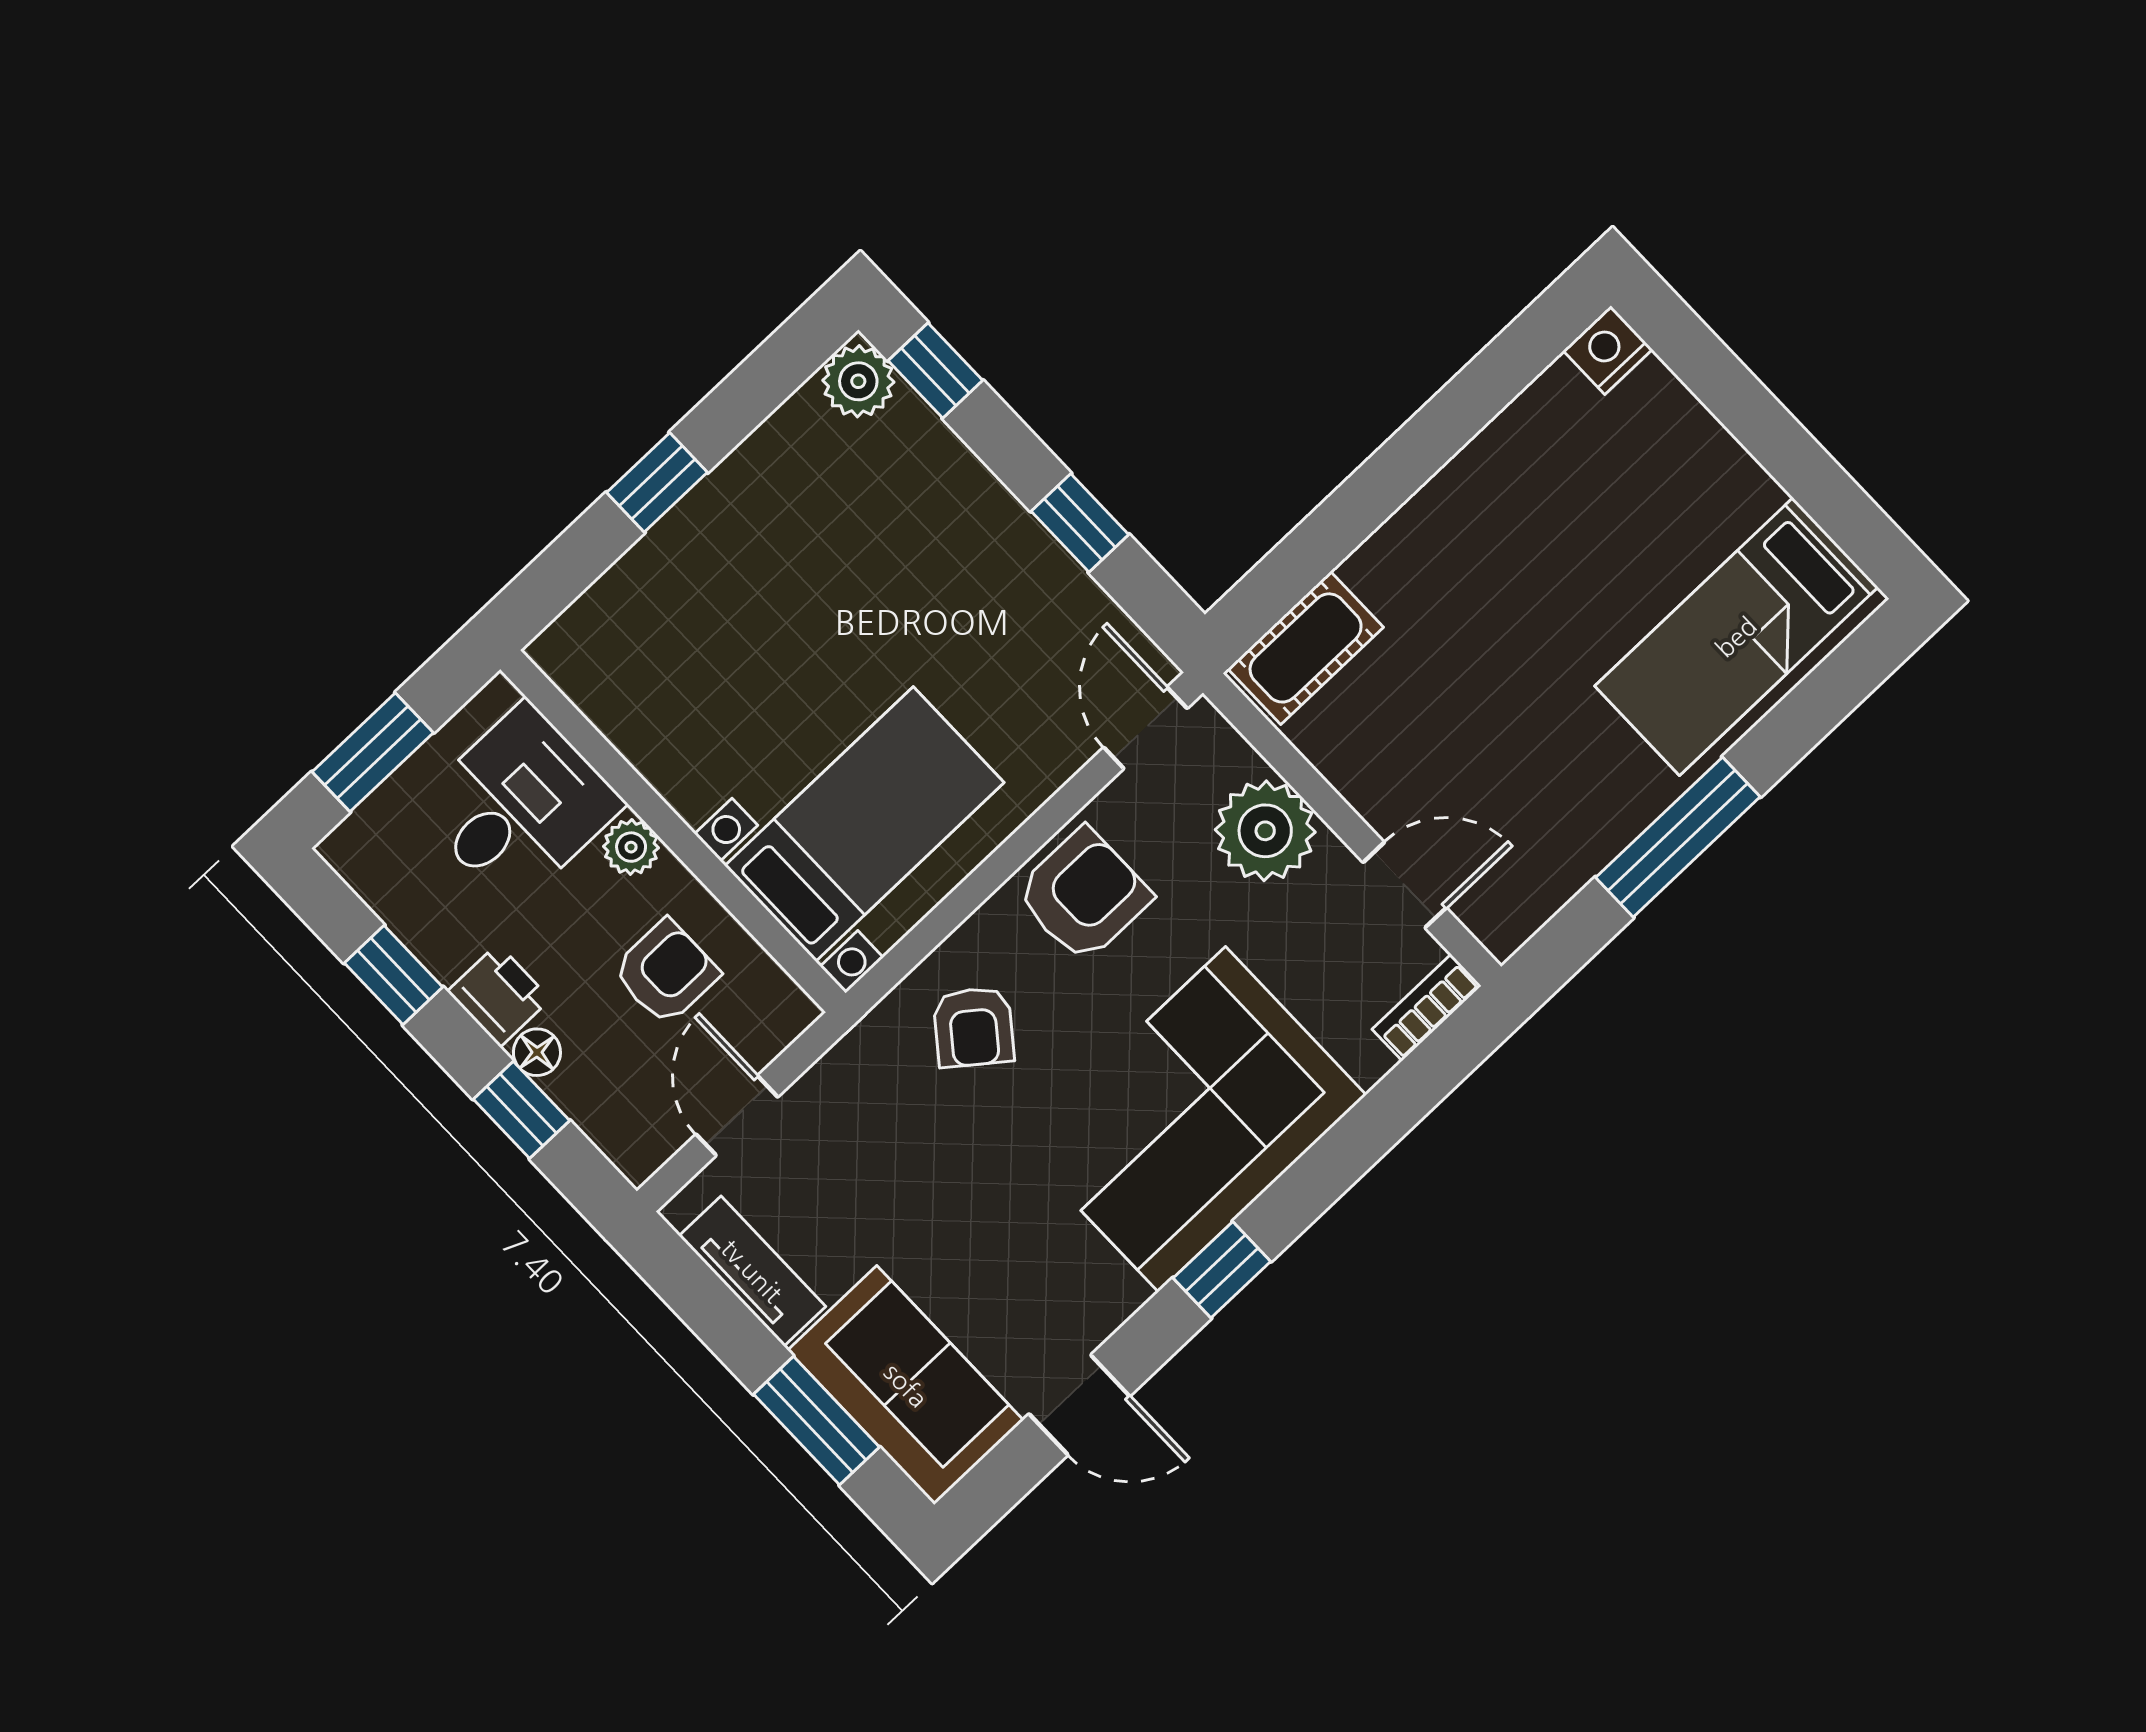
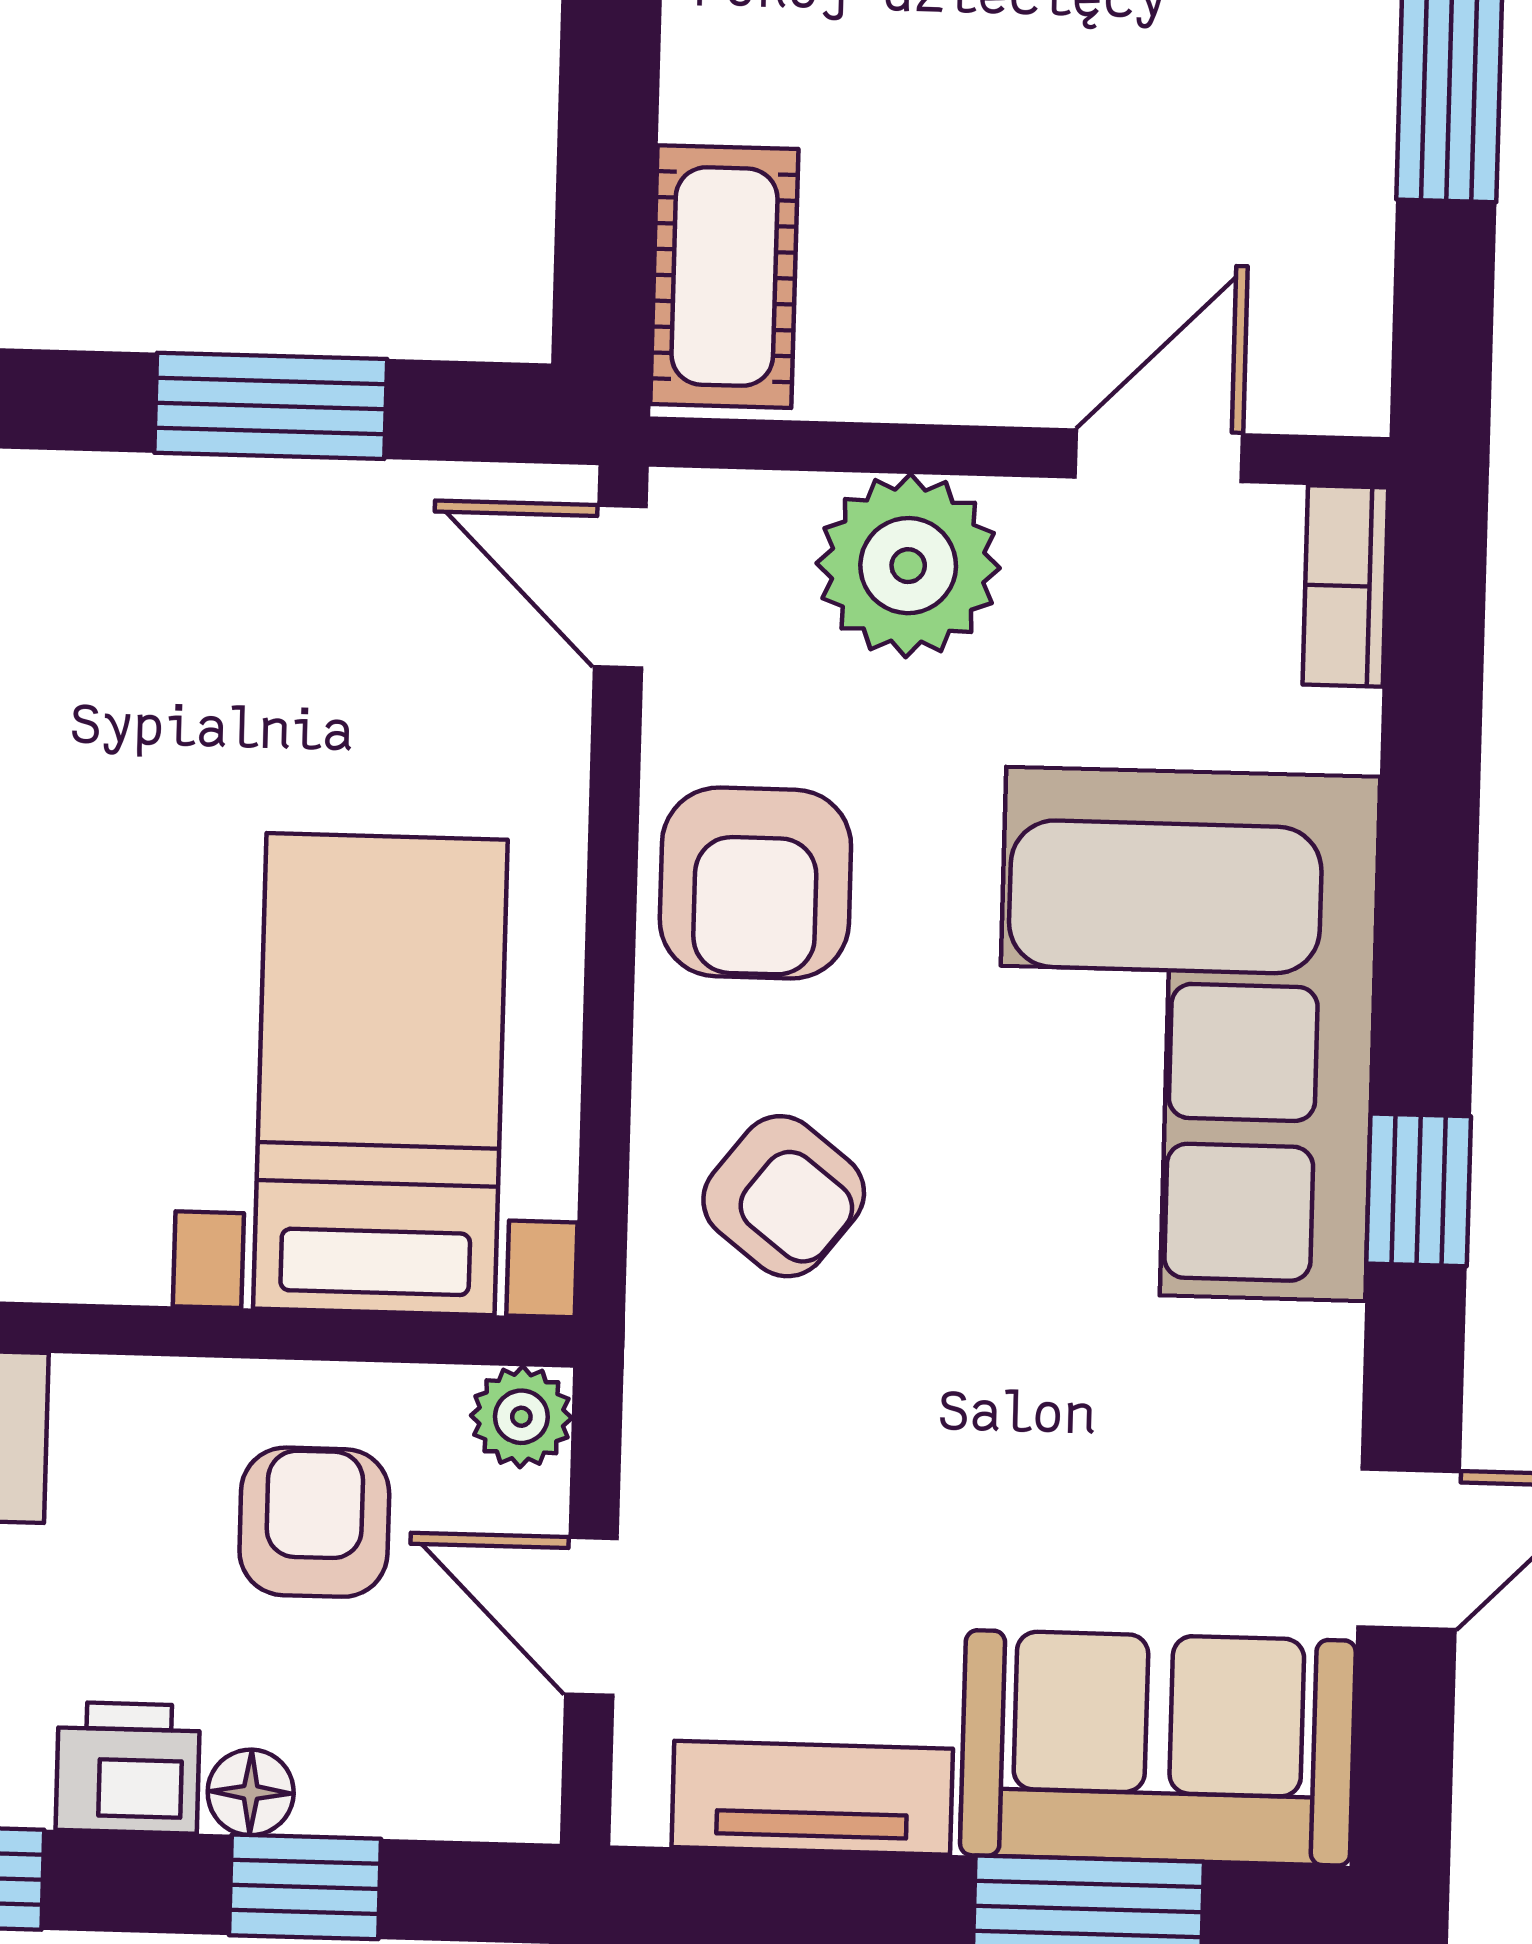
window: (1080, 523) -> (271, 406), width x1.50
plant: (631, 847) -> (521, 1417), moved
armchair: (1084, 895) -> (755, 883), turned 180

